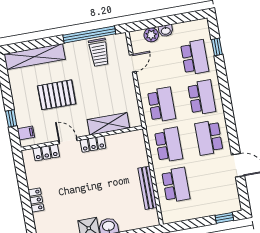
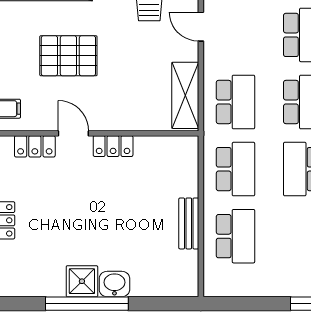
door: (133, 63) -> (201, 27), swing flipped
shelving: (108, 124) -> (185, 95), moved, turned 90
bench: (147, 188) -> (189, 223), width x0.73

